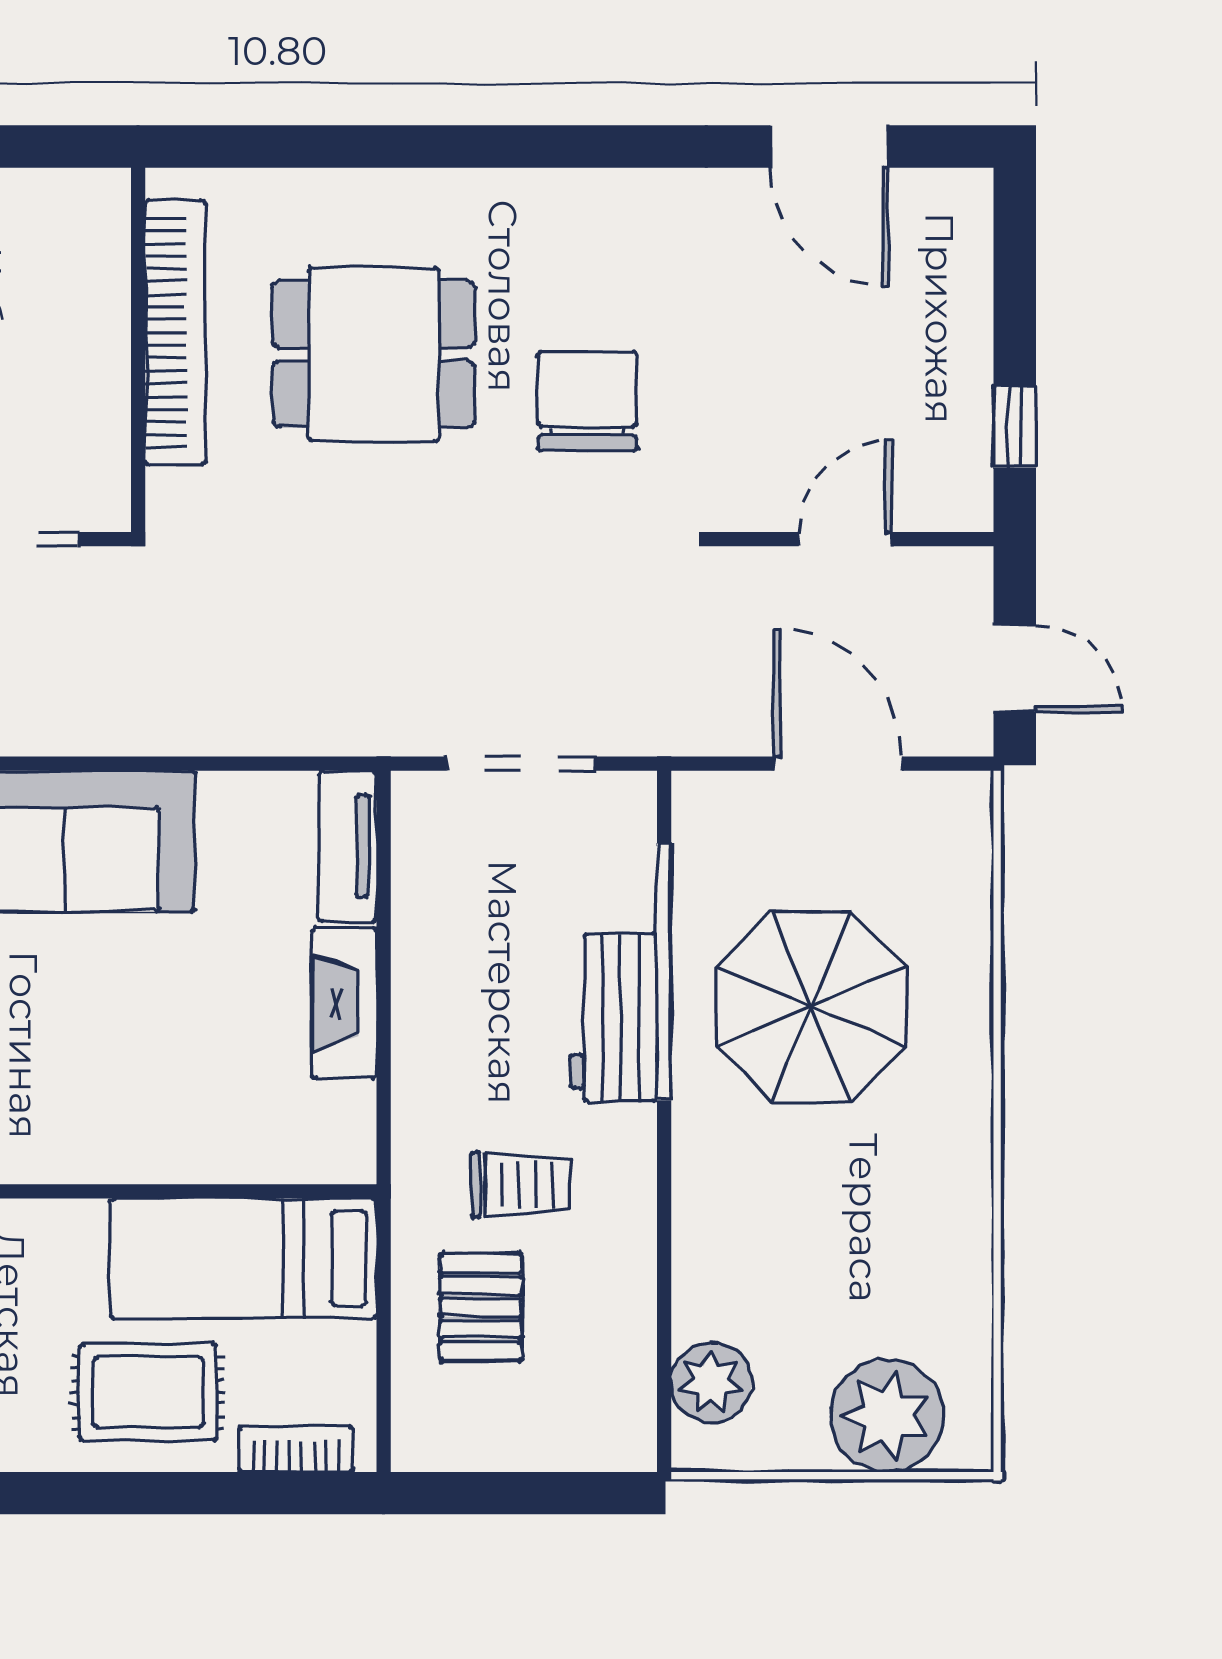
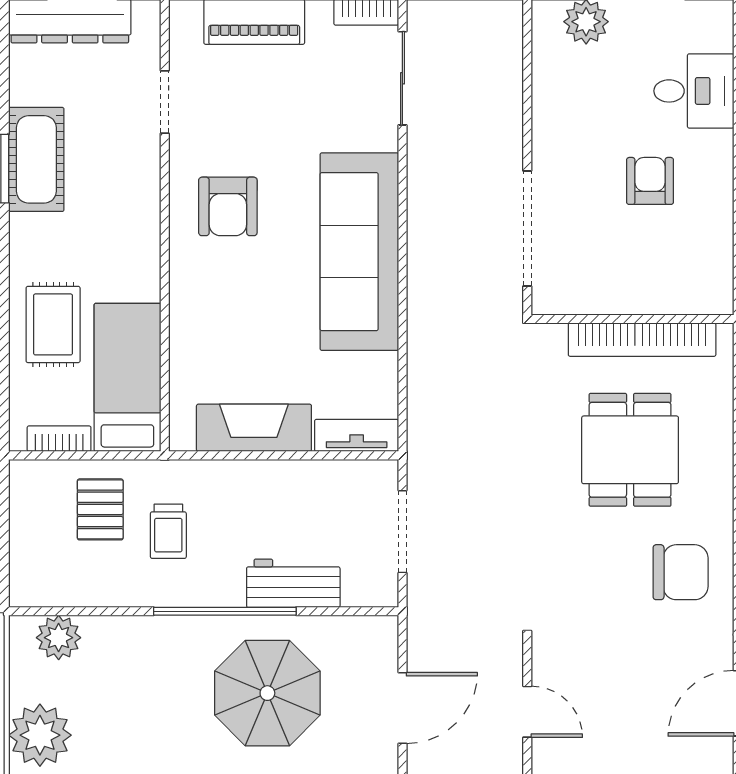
chair: (587, 401) -> (681, 572), moved
window: (664, 972) -> (225, 611), moved
fireplace: (344, 1003) -> (254, 428), width x1.37, depth x1.32
workbench: (614, 1018) -> (293, 583), moved
pallet: (481, 1307) -> (100, 509), turned 90
bookcase: (296, 1449) -> (59, 439), moved, turned -90

